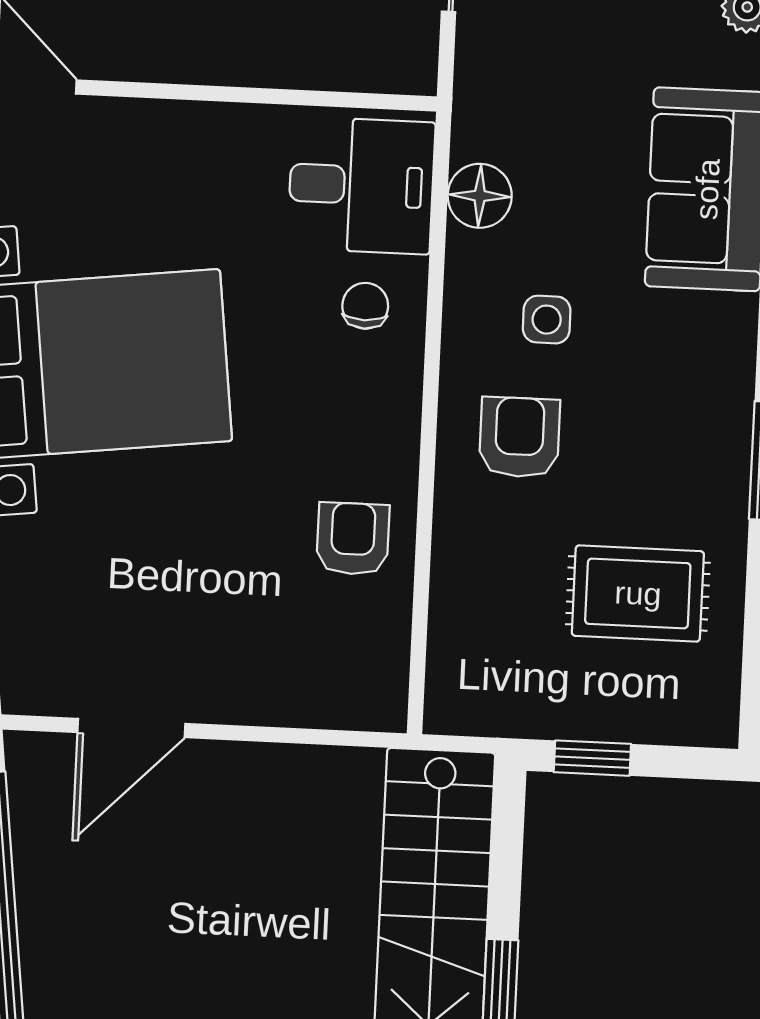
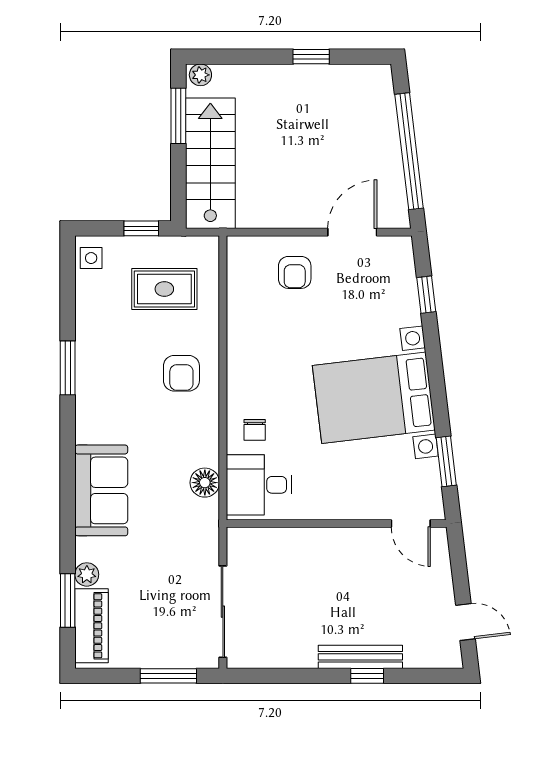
side table: (547, 320) -> (91, 258), moved
armchair: (353, 539) -> (295, 272), moved
rug: (638, 593) -> (164, 289), moved

